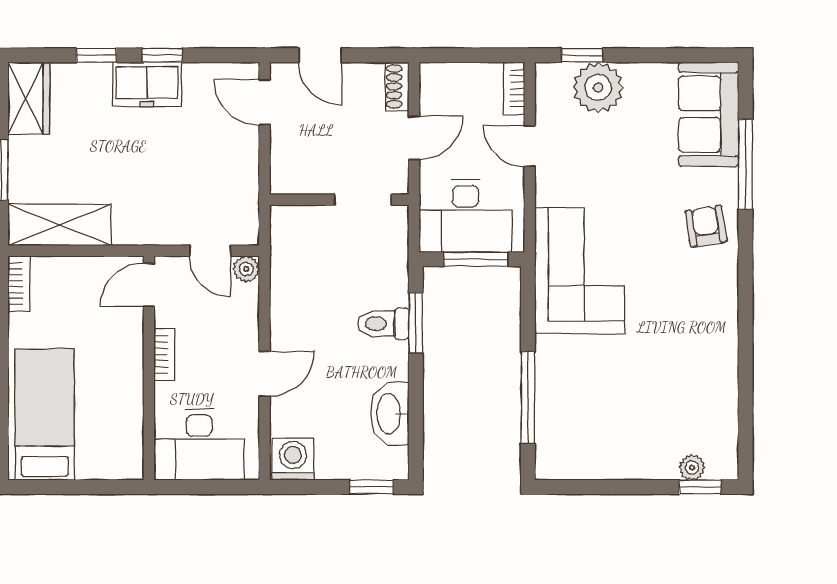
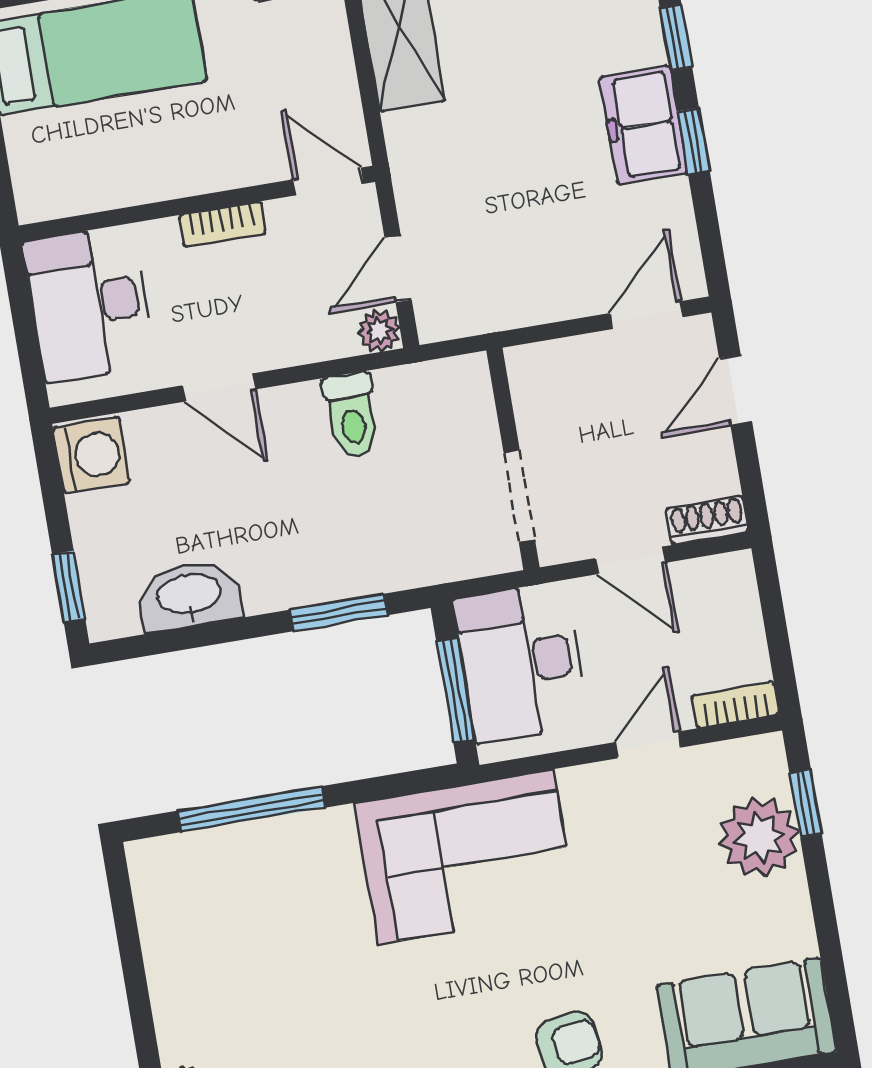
toilet: (383, 324) -> (352, 415), moved, turned 180

